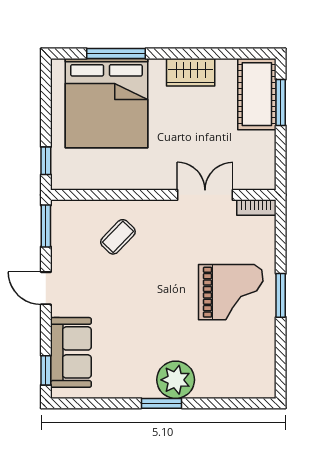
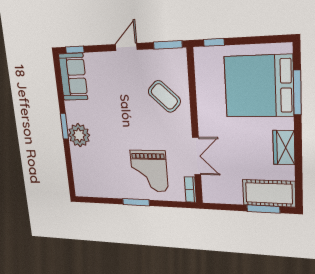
coffee table: (118, 237) -> (164, 96), width x1.36, depth x1.30
grand piano: (231, 292) -> (149, 171), moved
sofa: (71, 352) -> (73, 77), moved, turned -90

